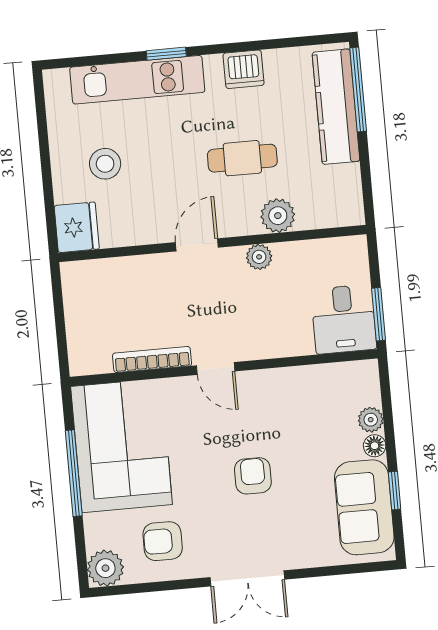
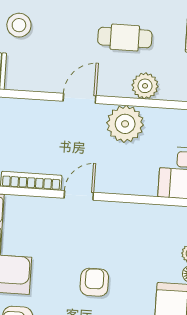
plant: (259, 257) -> (125, 124), width x1.87, depth x1.87
door: (216, 368) -> (79, 195), swing flipped

